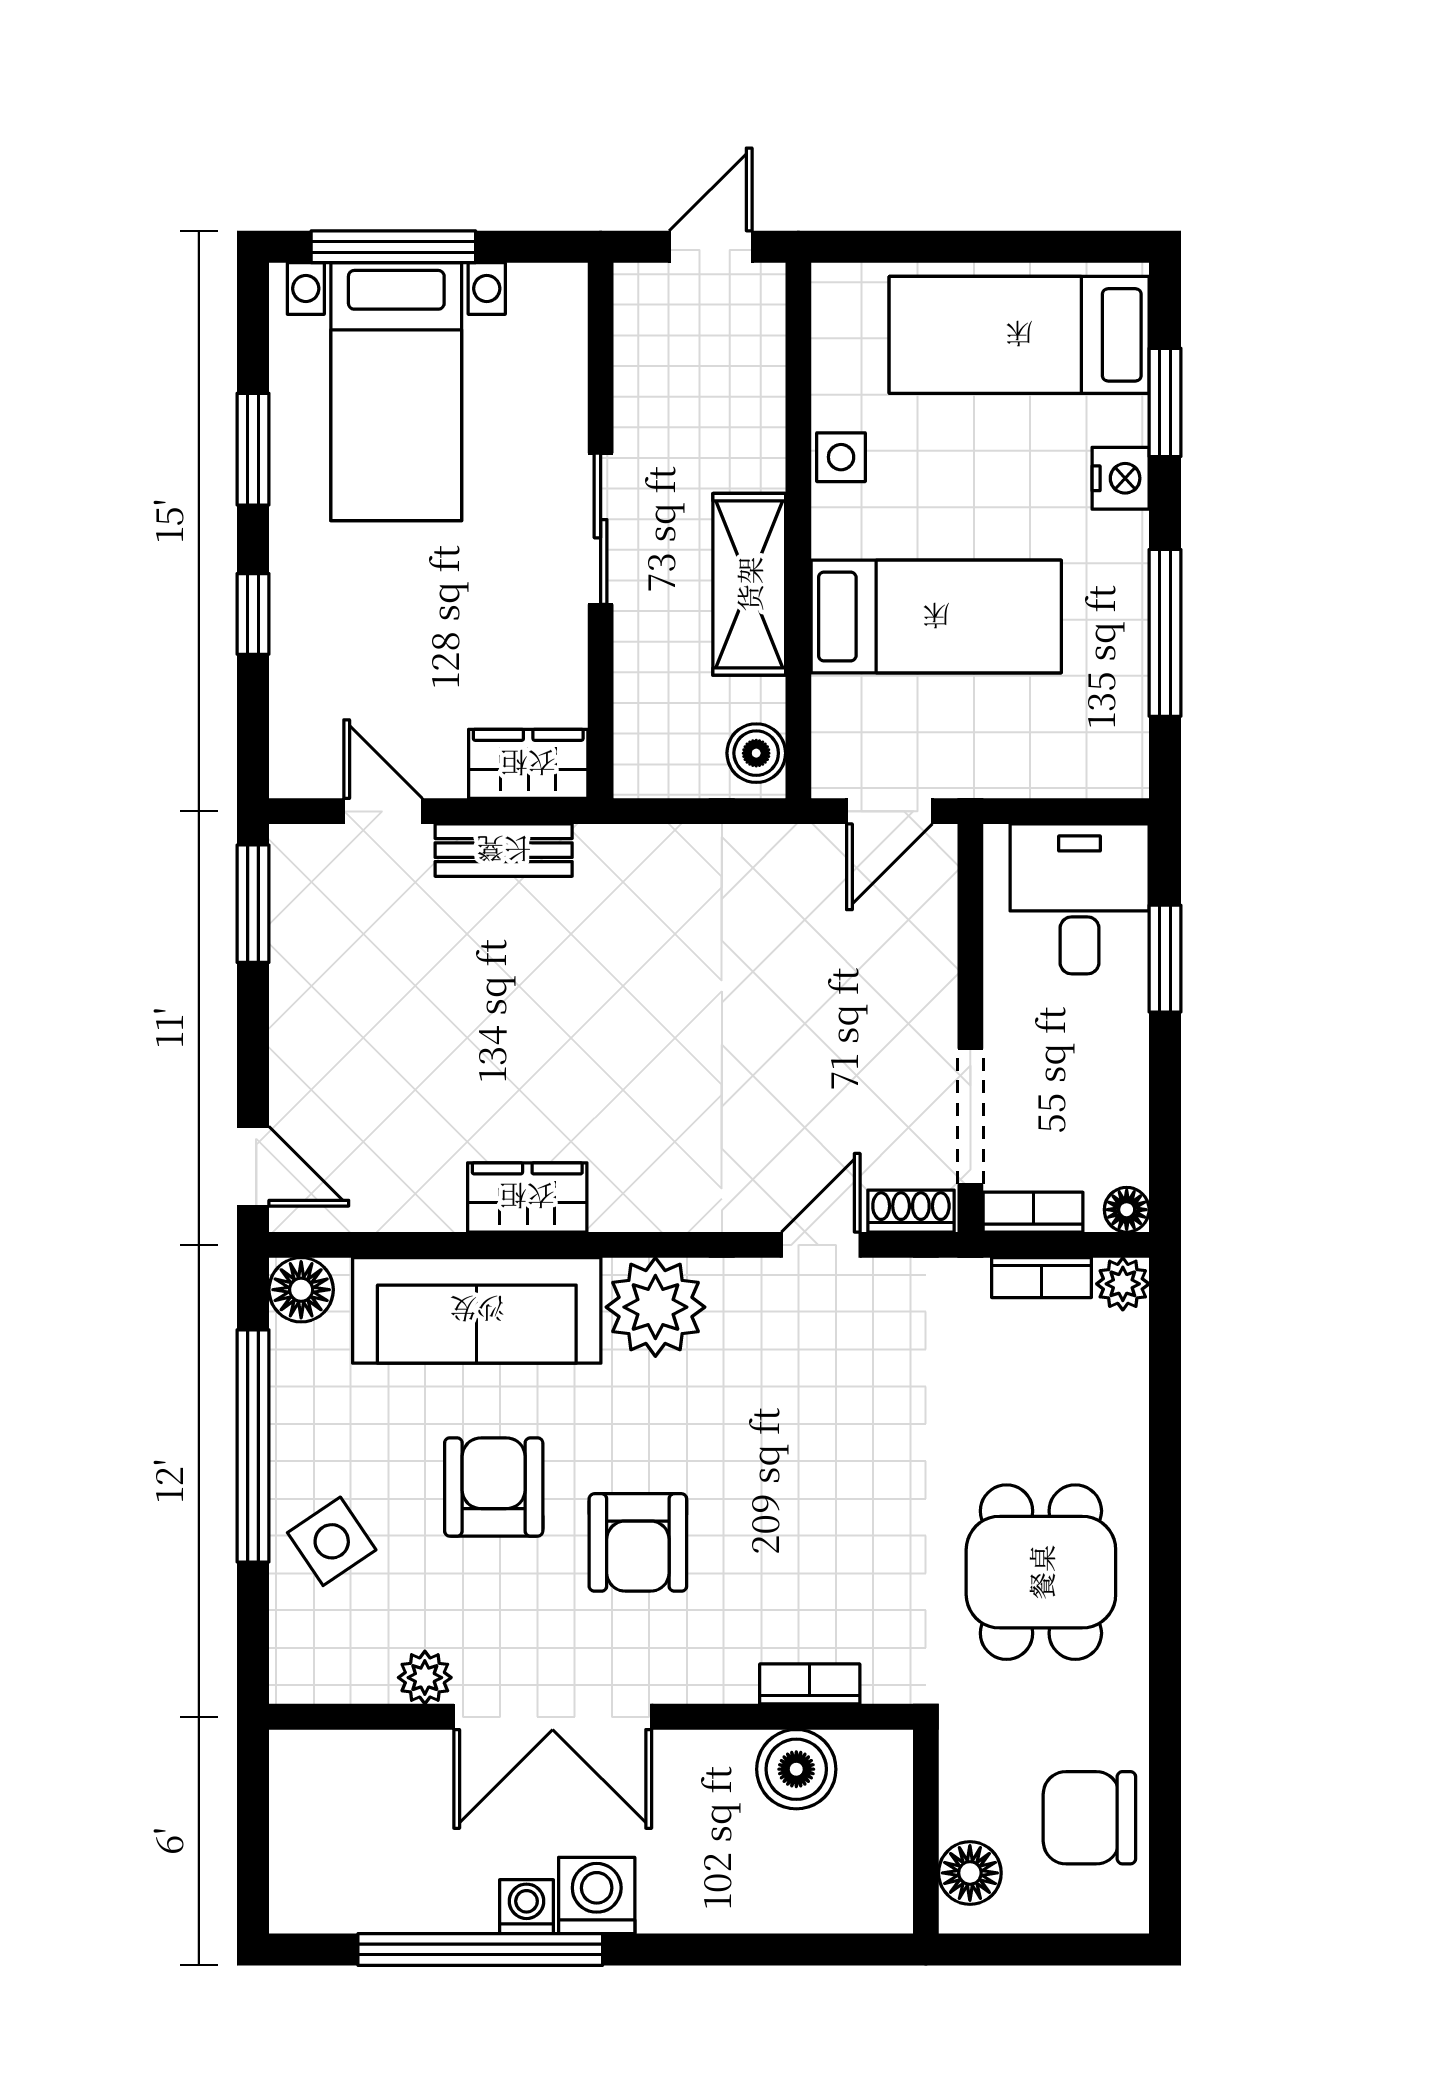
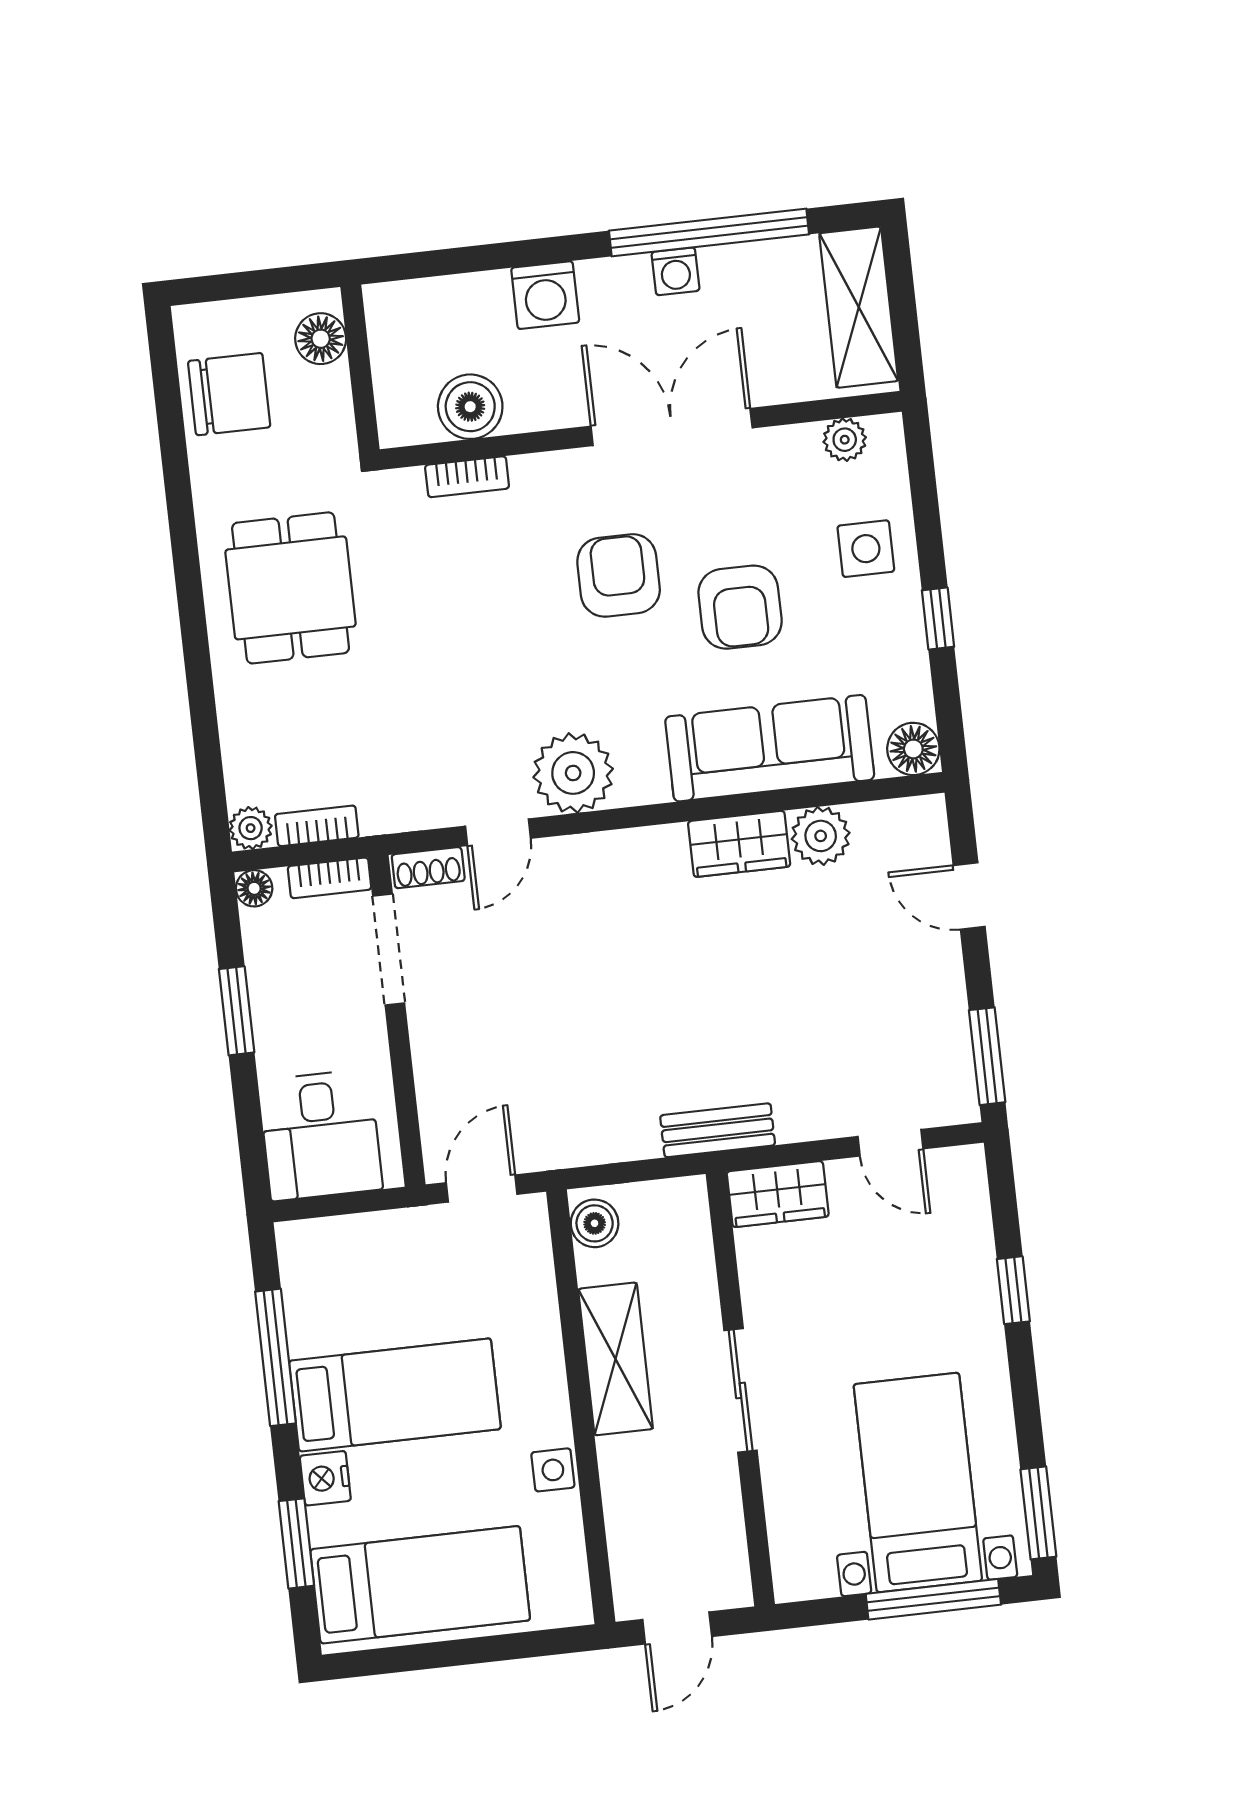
window: (253, 449) -> (1038, 1513), moved
bed: (936, 617) -> (395, 1395), moved, turned 180
bench: (504, 850) -> (718, 1130), moved
window: (1165, 959) -> (237, 1011), moved
door: (253, 1166) -> (969, 896), moved
plant: (426, 1196) -> (821, 836), added
plant: (655, 1307) -> (573, 773), moved
window: (253, 1446) -> (938, 619), width x0.32
side table: (332, 1541) -> (866, 549), turned 34
plant: (425, 1678) -> (845, 440), moved
shelving: (307, 1838) -> (859, 307), added
washing machine: (597, 1895) -> (545, 295), moved

